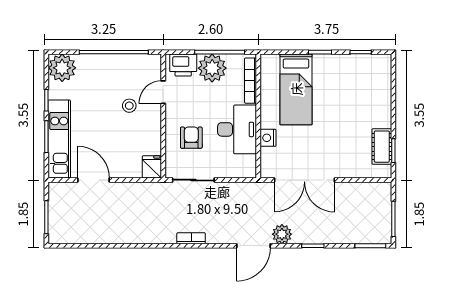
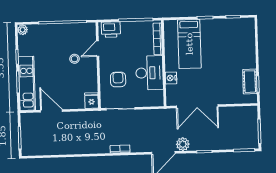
plant: (62, 68) -> (23, 30), width x0.53, depth x0.53
plant: (212, 68) -> (131, 31), removed

